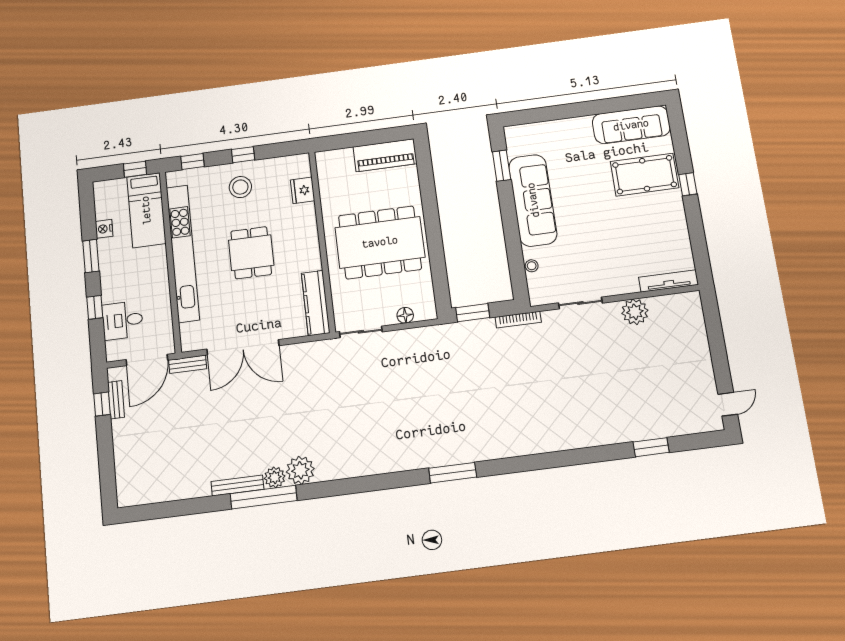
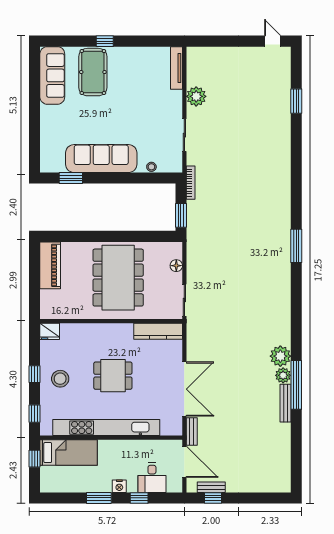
fridge: (303, 190) -> (50, 331), moved
nightstand: (104, 229) -> (119, 486), moved

